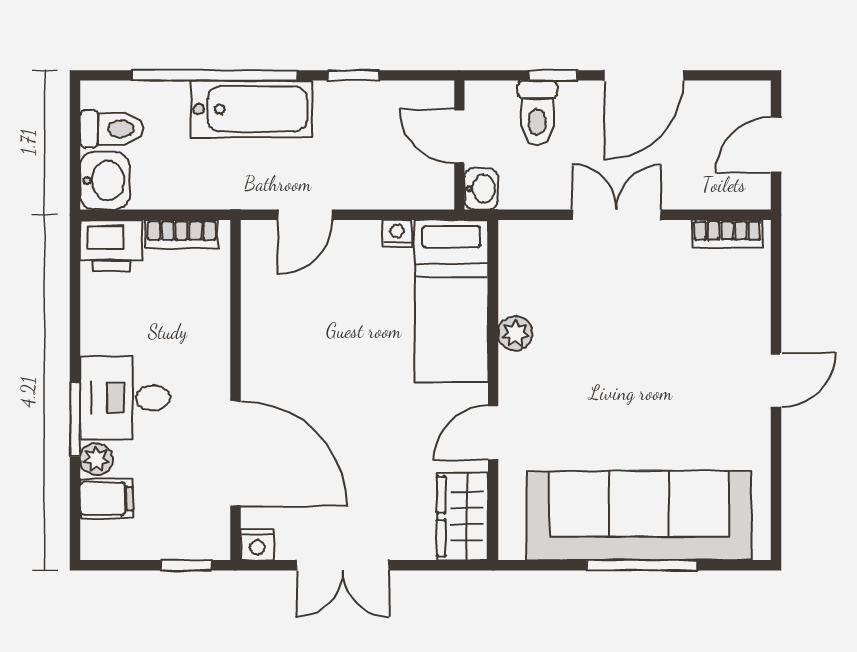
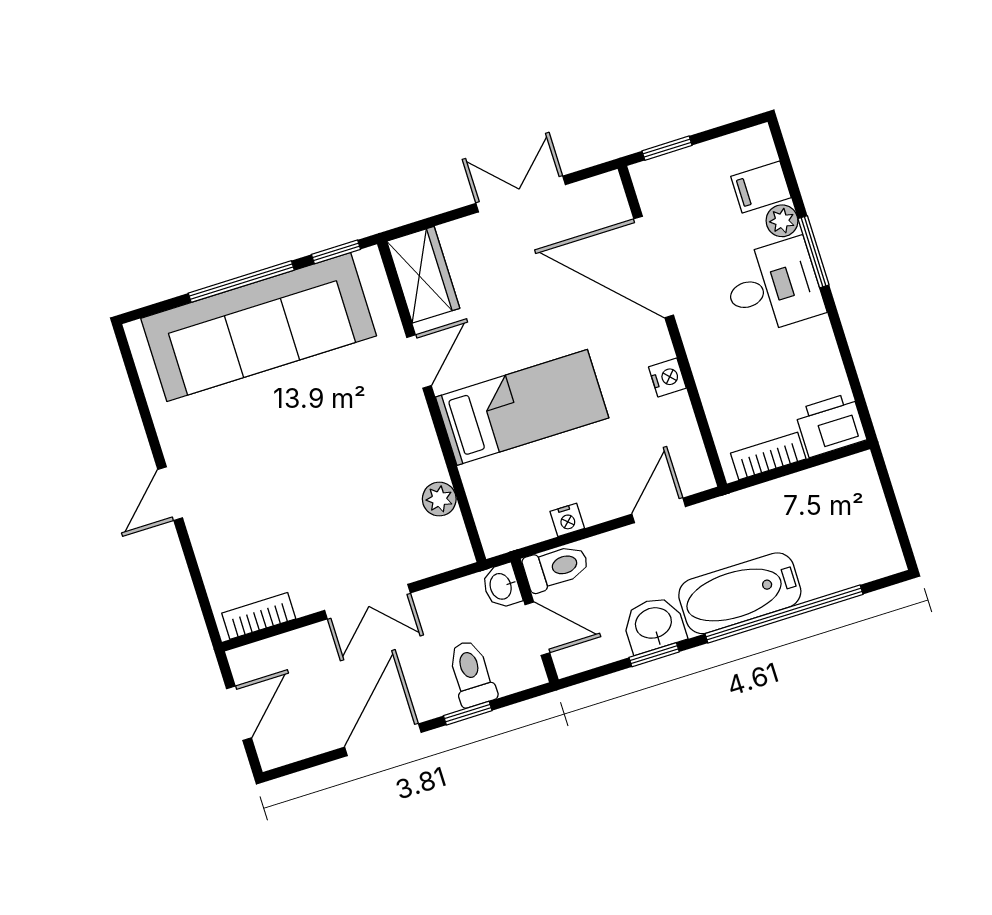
toilet: (112, 129) -> (556, 567), moved, turned 180
washbasin: (105, 181) -> (654, 624), moved, turned 90
bed: (451, 301) -> (522, 407), moved, turned 90
plant: (515, 333) -> (439, 499), moved
nightstand: (257, 545) -> (667, 377), moved, turned 90
window: (541, 565) -> (336, 252), added

